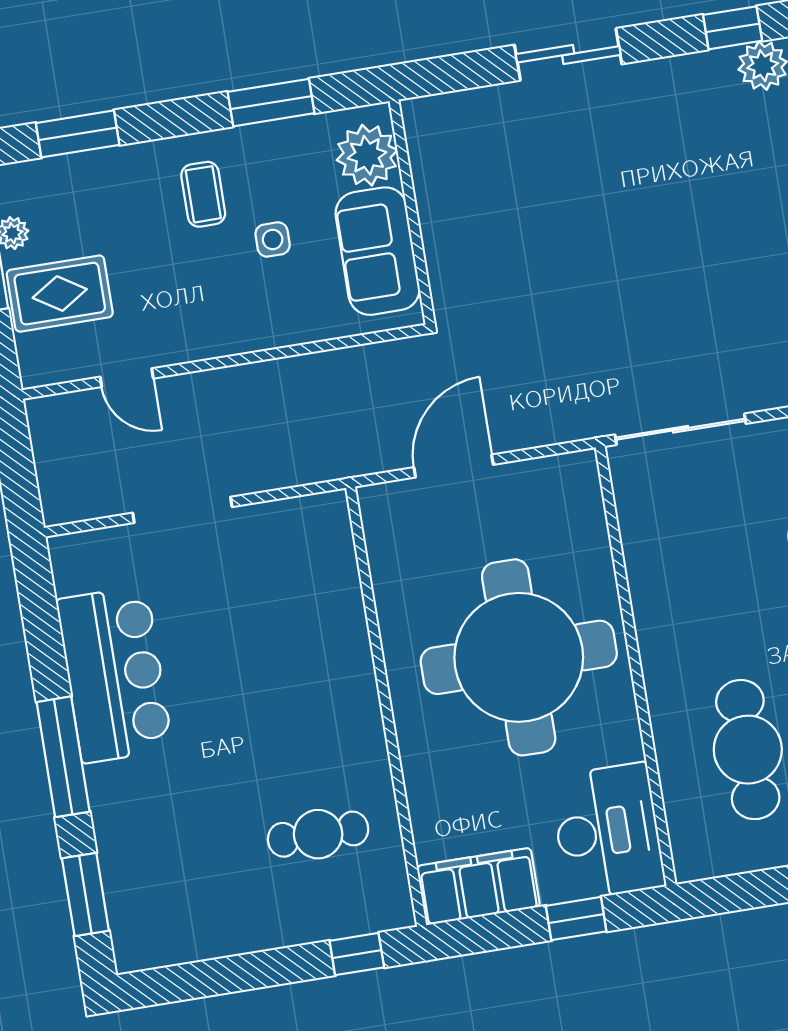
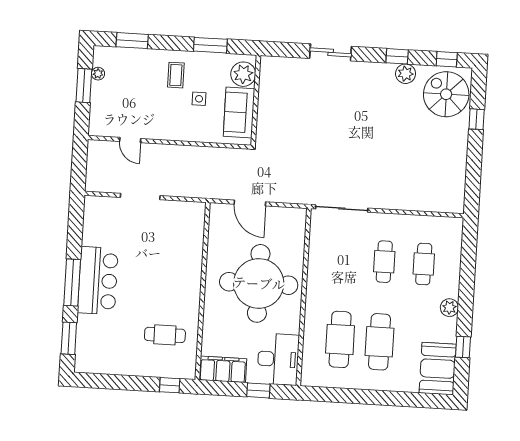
rug: (60, 294) -> (111, 101), removed
door: (454, 466) -> (250, 203), swing flipped
bar counter: (114, 675) -> (98, 281), moved

